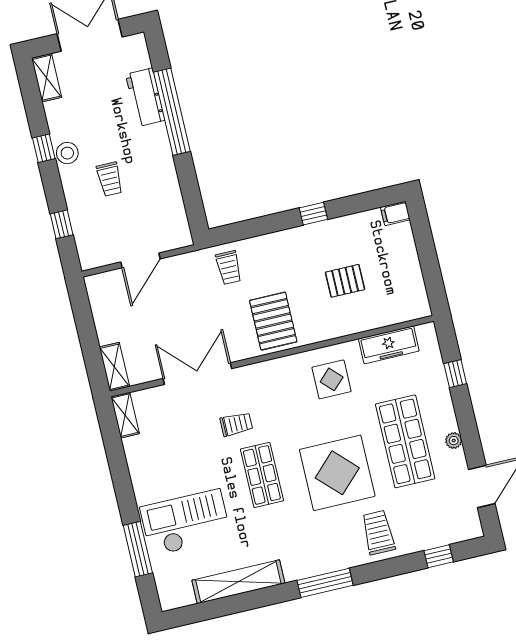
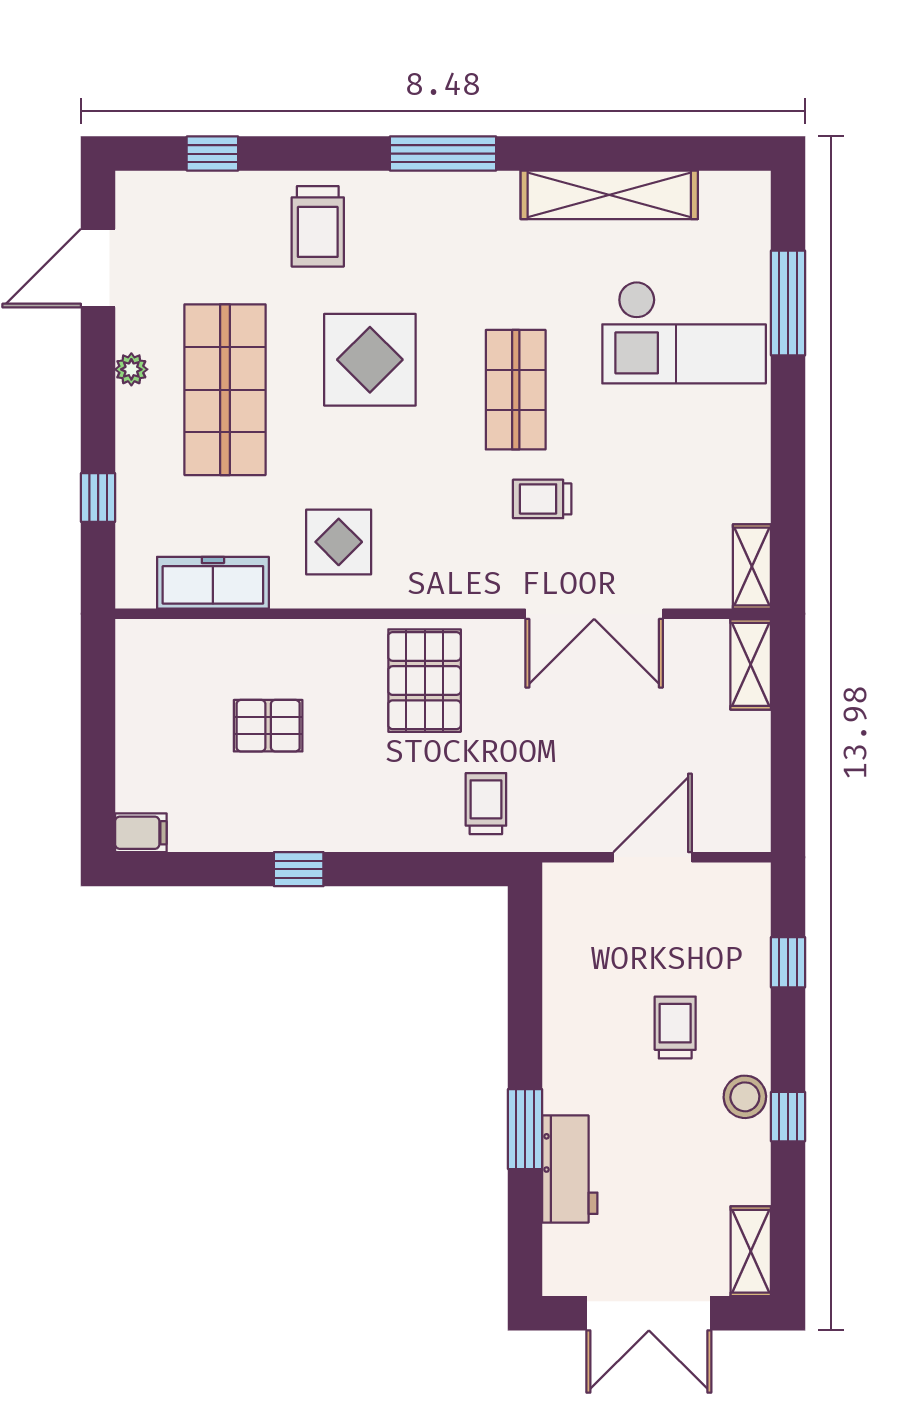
window: (172, 112) -> (525, 1129), width x0.47
display table: (337, 473) -> (370, 360), width x0.73, depth x0.73

